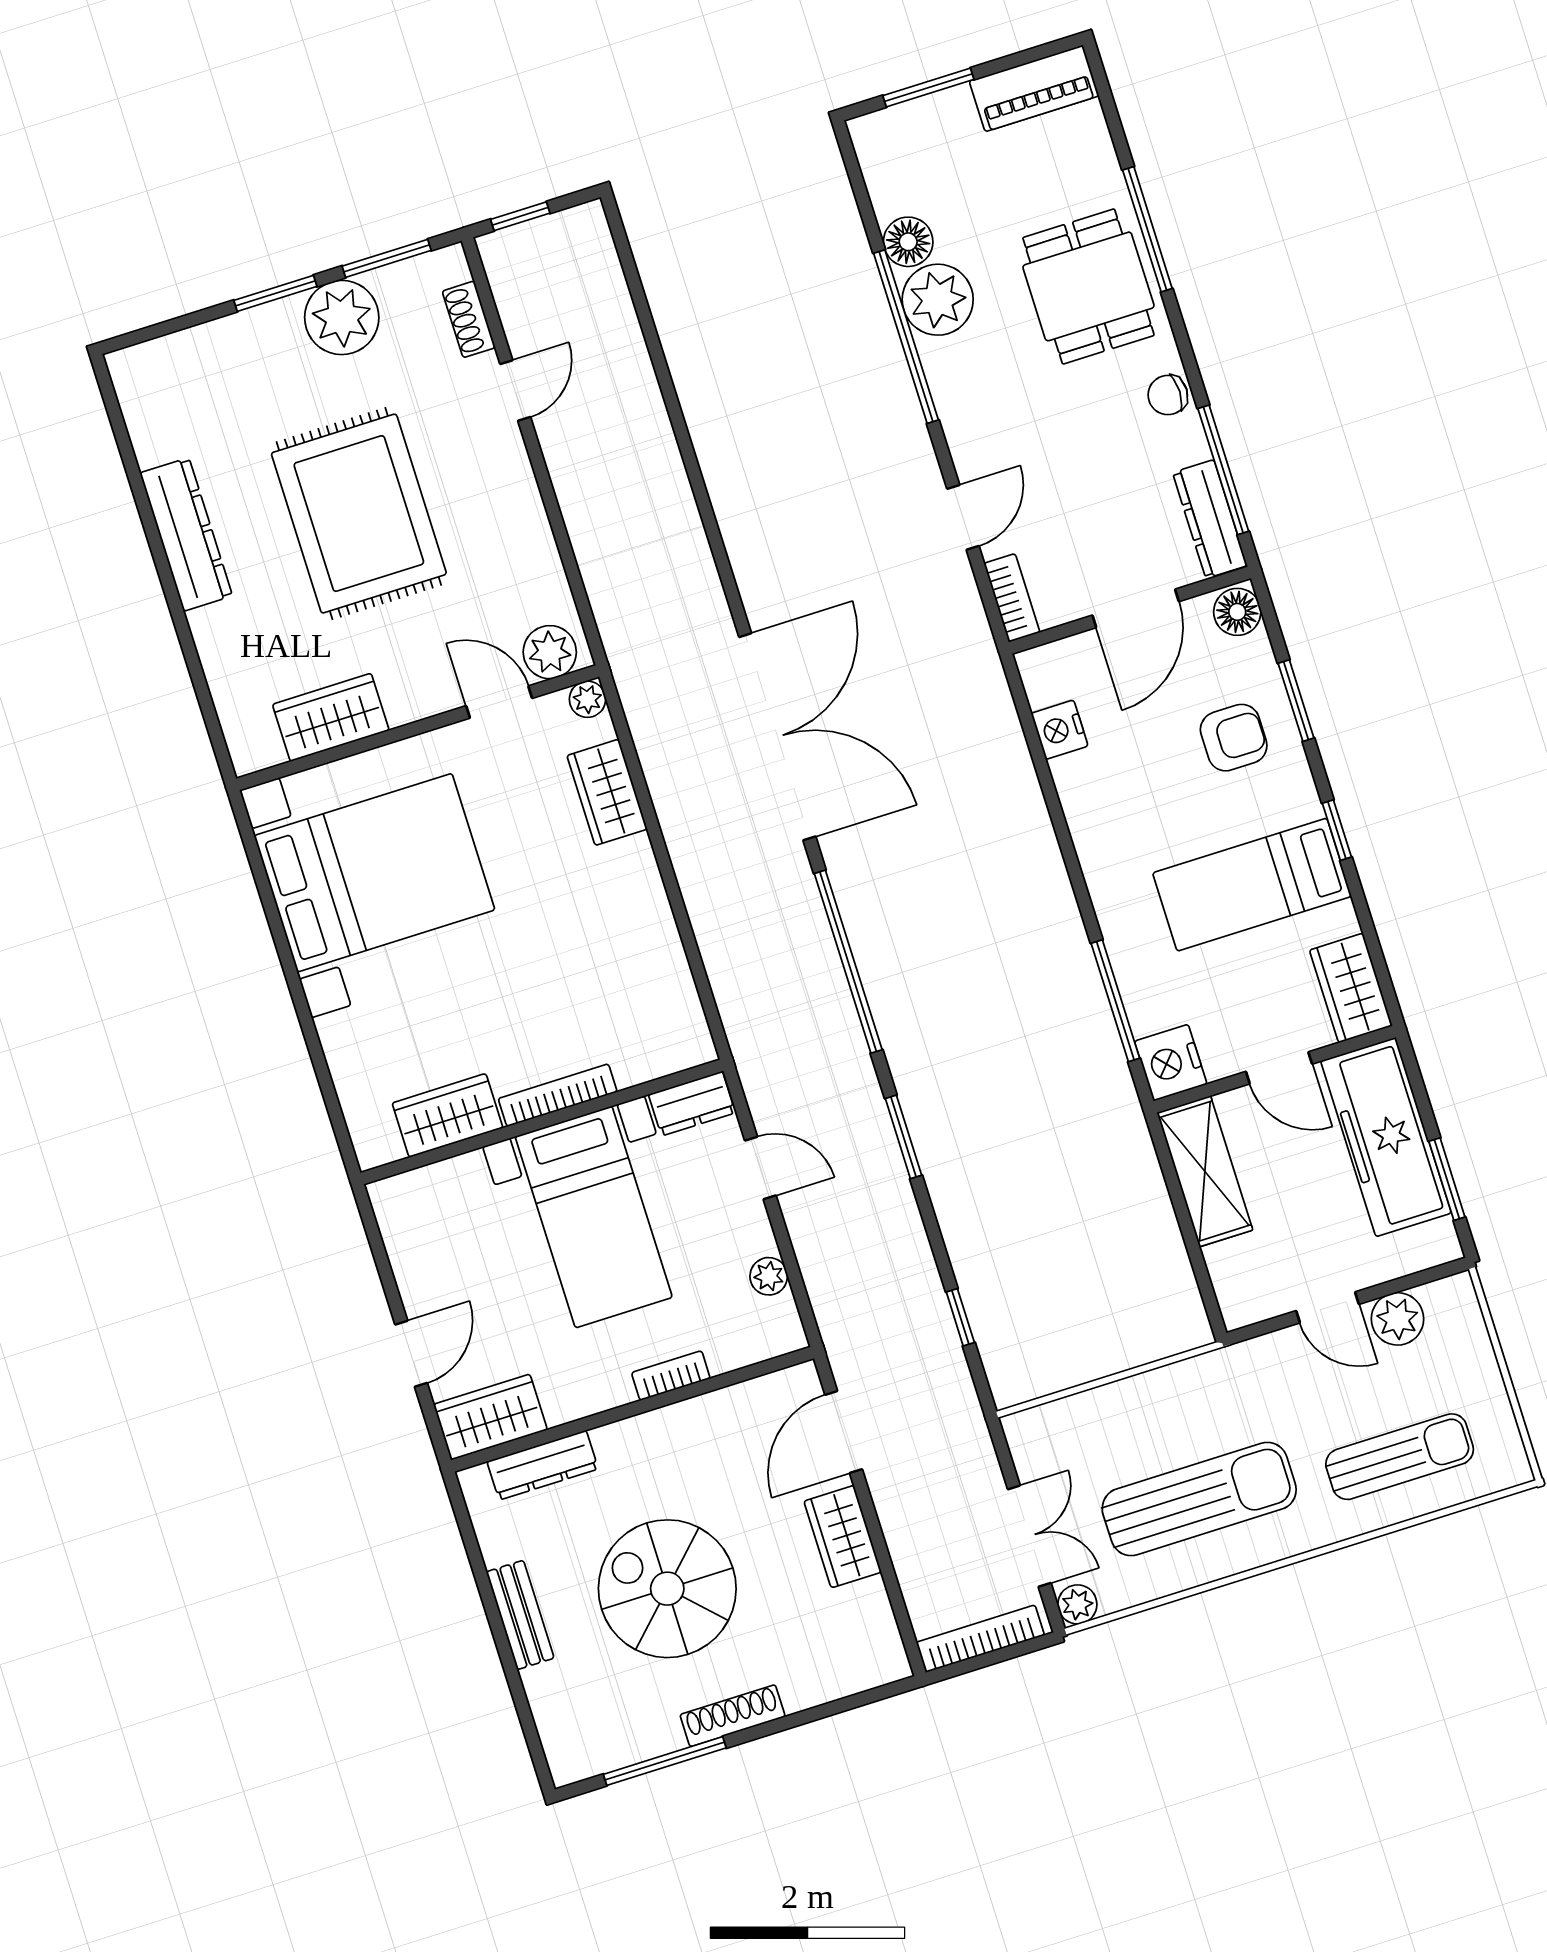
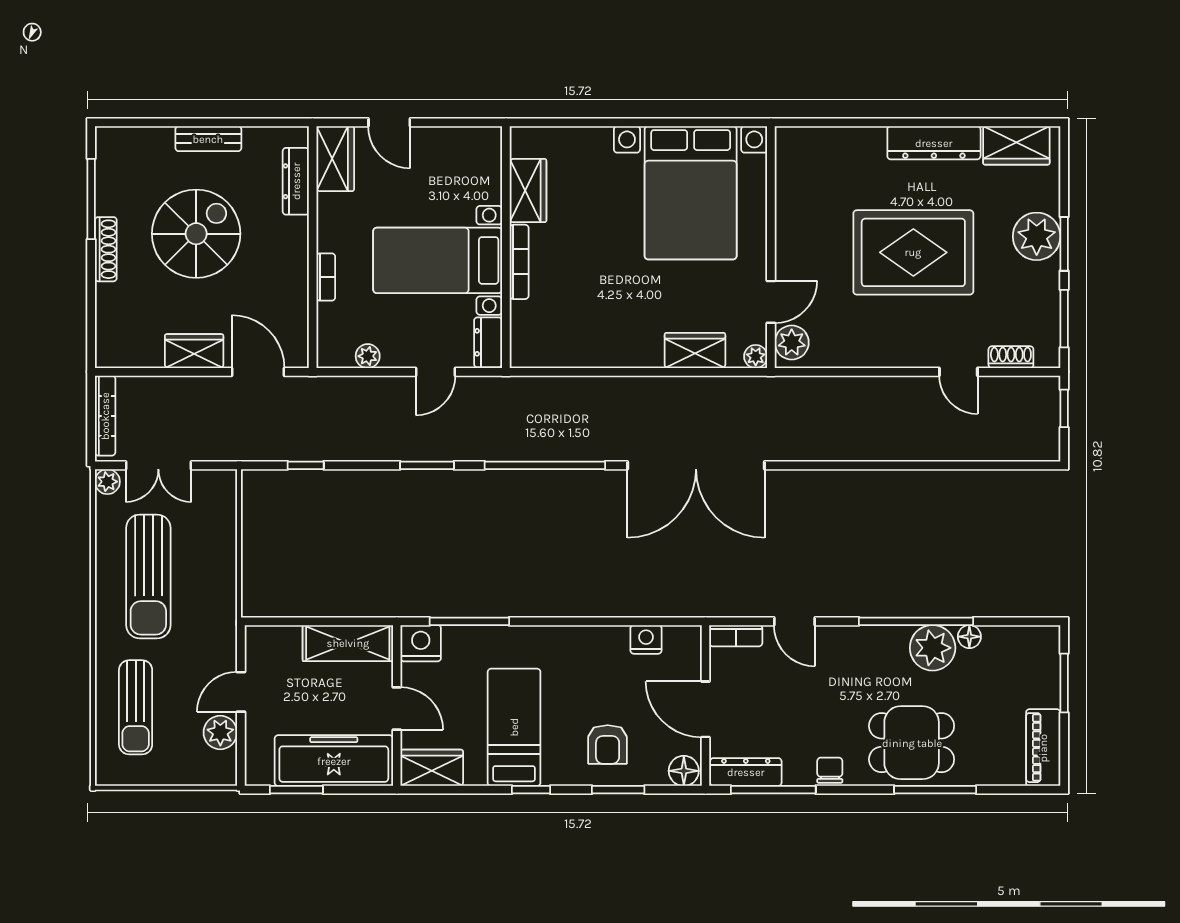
floor lamp: (908, 242) -> (969, 637), width x0.73, depth x0.73
plant: (342, 318) -> (1037, 236), moved
wardrobe: (331, 717) -> (1016, 145), moved, turned 90
door: (1279, 1068) -> (397, 709), swing flipped

